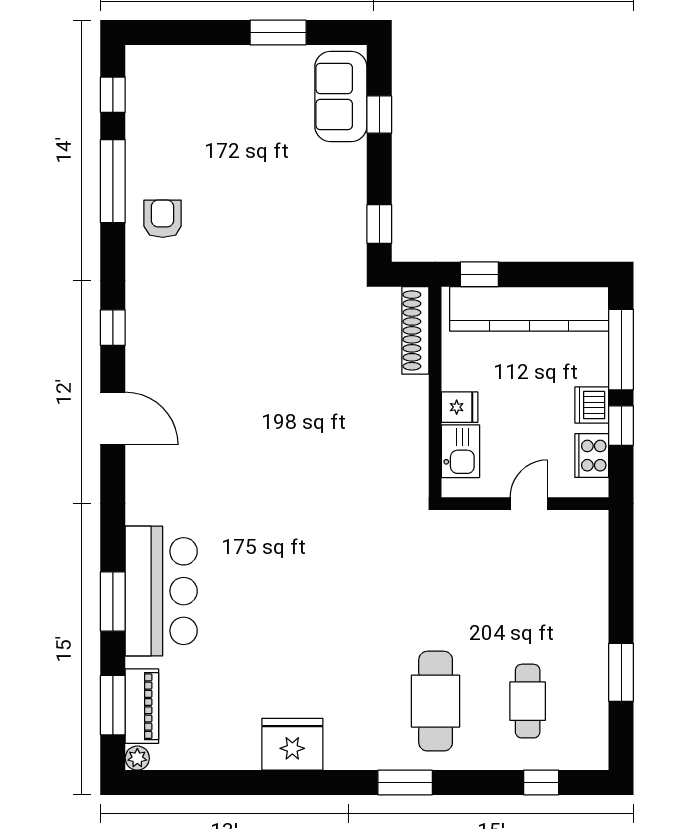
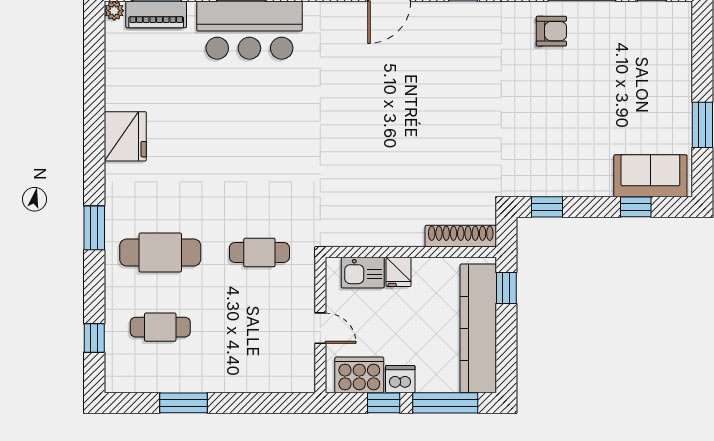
cooker: (592, 456) -> (359, 375), width x1.37, depth x1.31
cafe table: (436, 579) -> (259, 252), added

